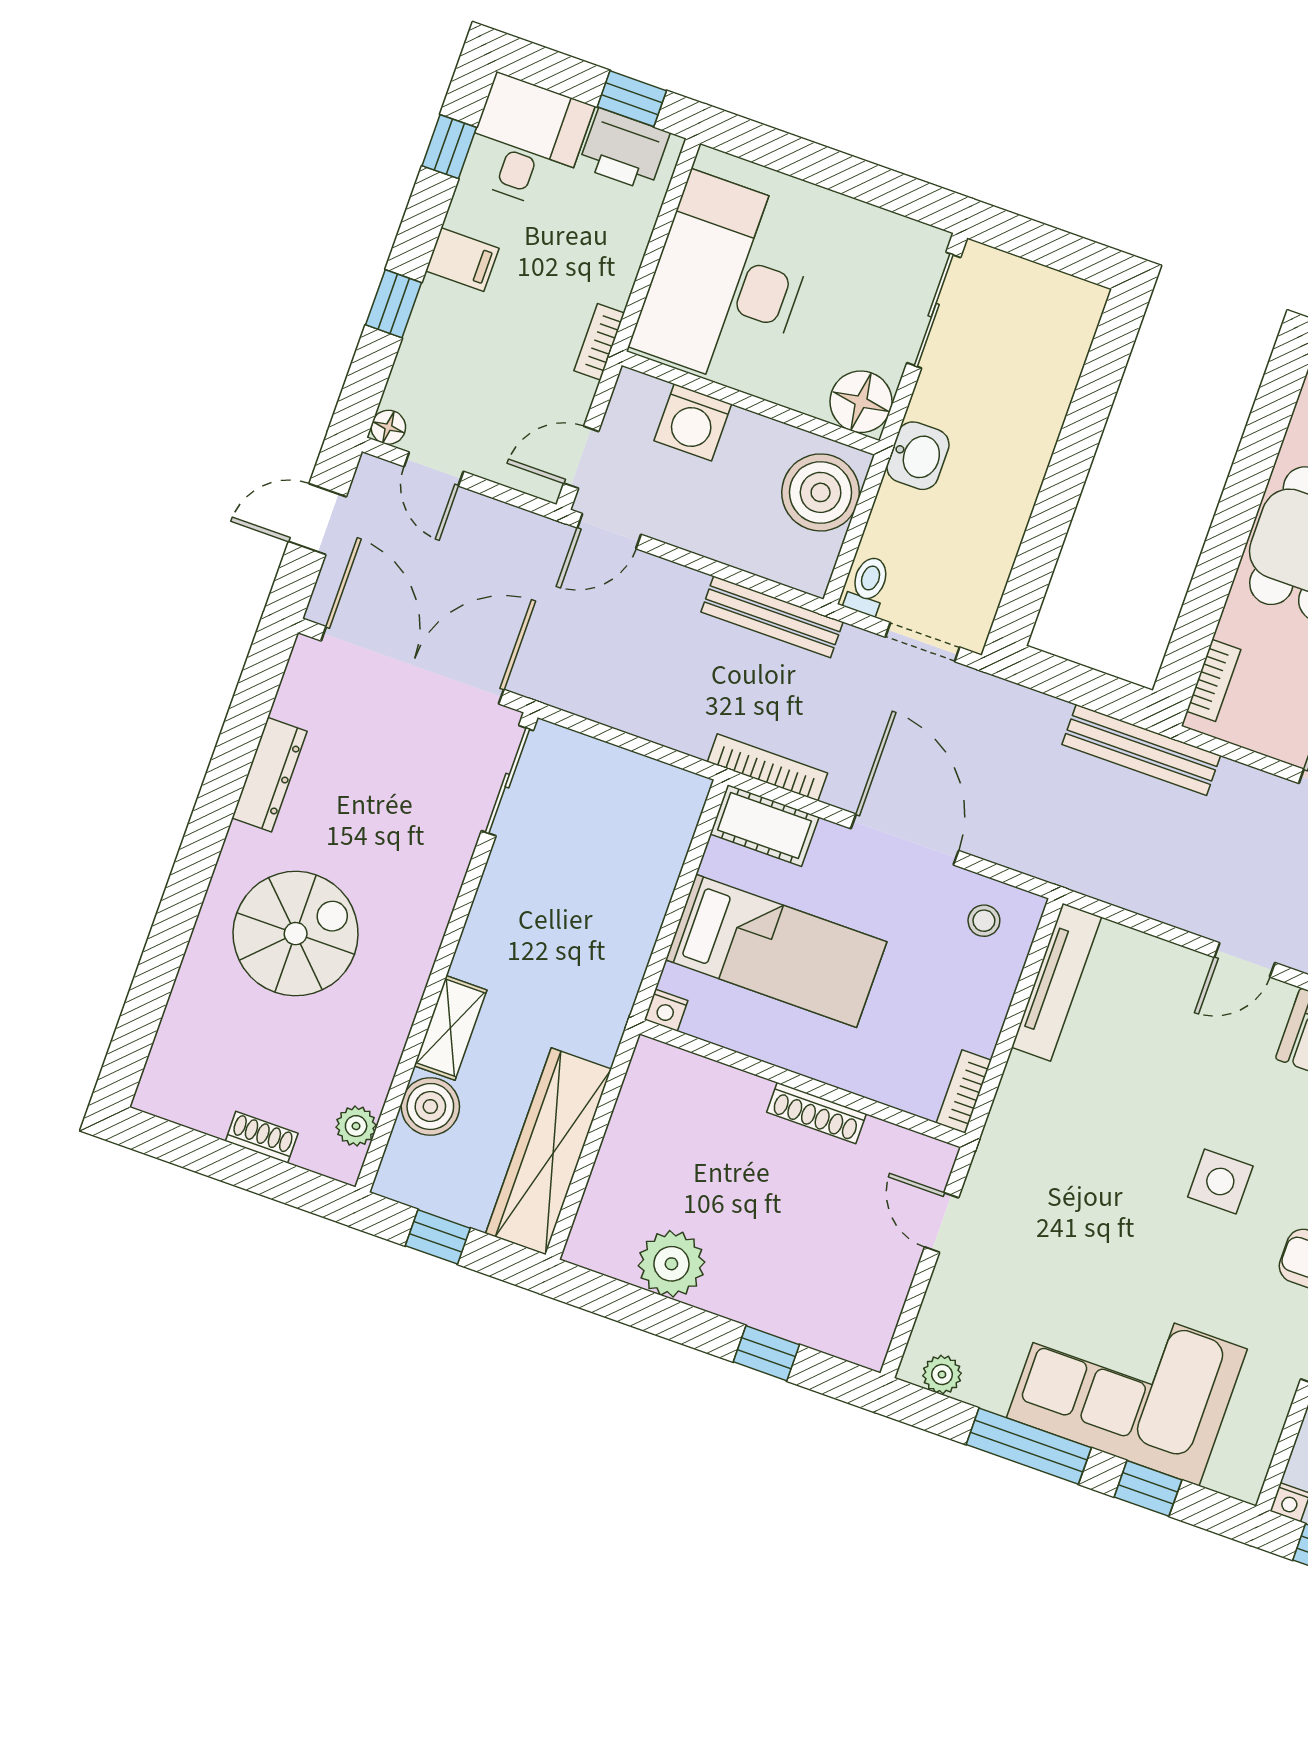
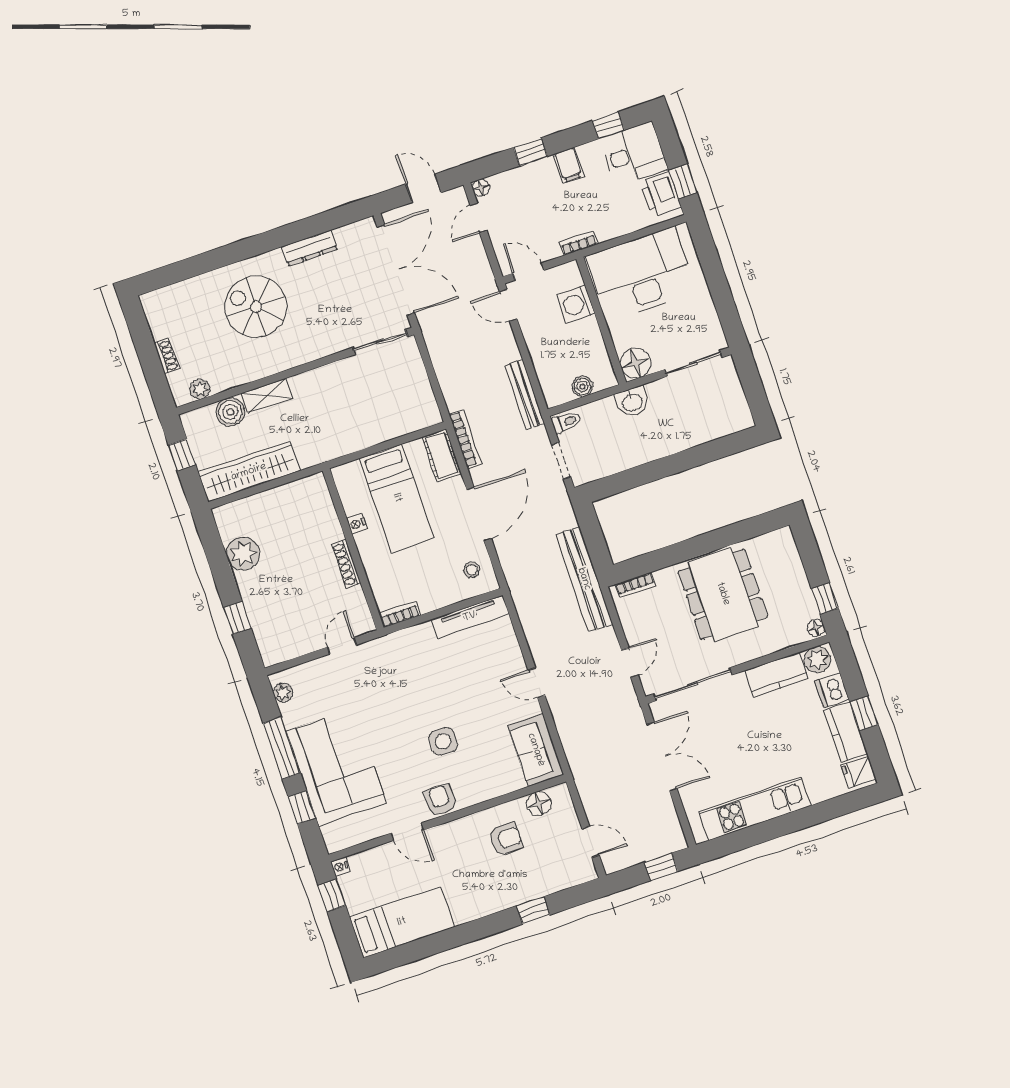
boiler: (821, 492) -> (582, 387), width x0.54, depth x0.54
bench: (1141, 750) -> (584, 579), width x1.37, depth x1.21
spiral stairs: (296, 934) -> (256, 307), turned 180
nightstand: (666, 1010) -> (357, 524), moved

